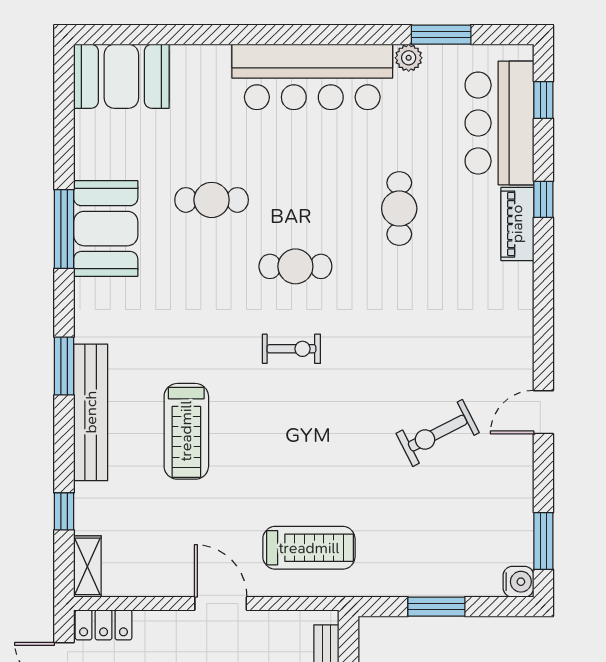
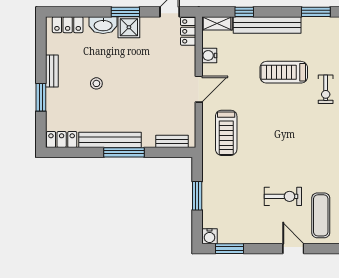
exercise bike: (291, 349) -> (326, 89), moved
exercise mat: (476, 356) -> (321, 215), added
bench: (91, 412) -> (267, 25), moved
exercise bike: (438, 433) -> (283, 196), turned 117
water cooler: (152, 582) -> (209, 55), added

